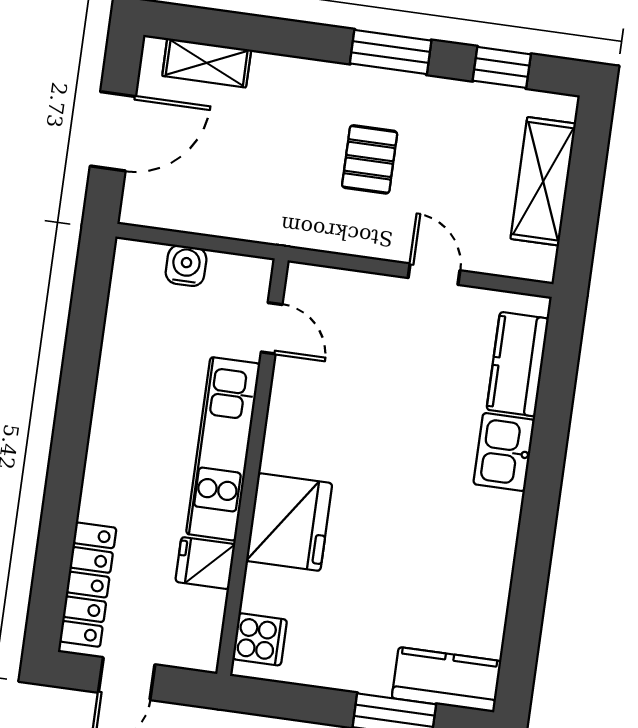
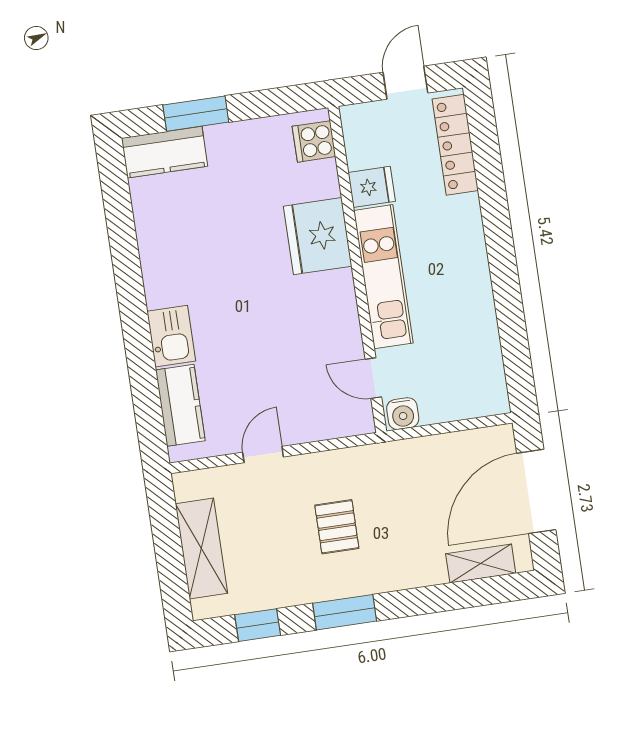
door: (113, 131) -> (536, 491), width x1.36
water cooler: (186, 266) -> (403, 414), moved
door: (434, 274) -> (263, 455), swing flipped

